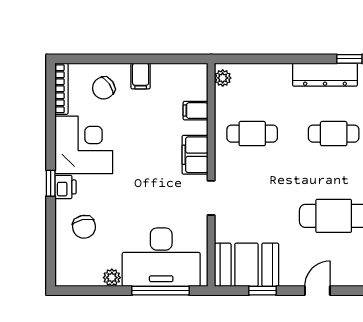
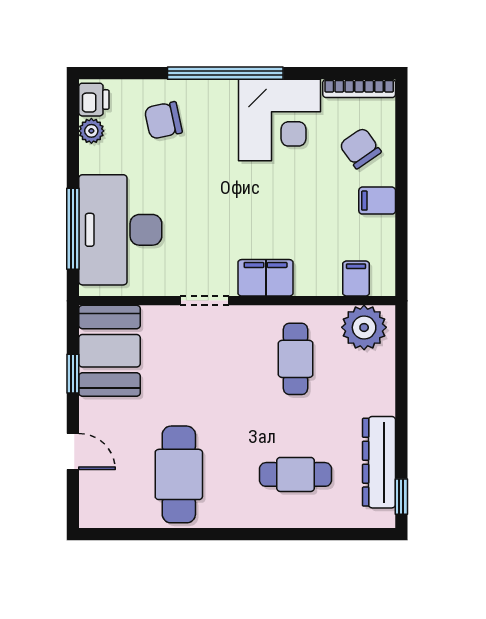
plant: (223, 78) -> (364, 327), width x1.88, depth x1.88
filing cabinet: (196, 111) -> (356, 279), moved
cafe table: (334, 134) -> (296, 474), turned 90
window: (51, 183) -> (225, 73), width x3.17
printer: (66, 187) -> (94, 100), moved, turned -90
plant: (112, 278) -> (91, 131), moved

